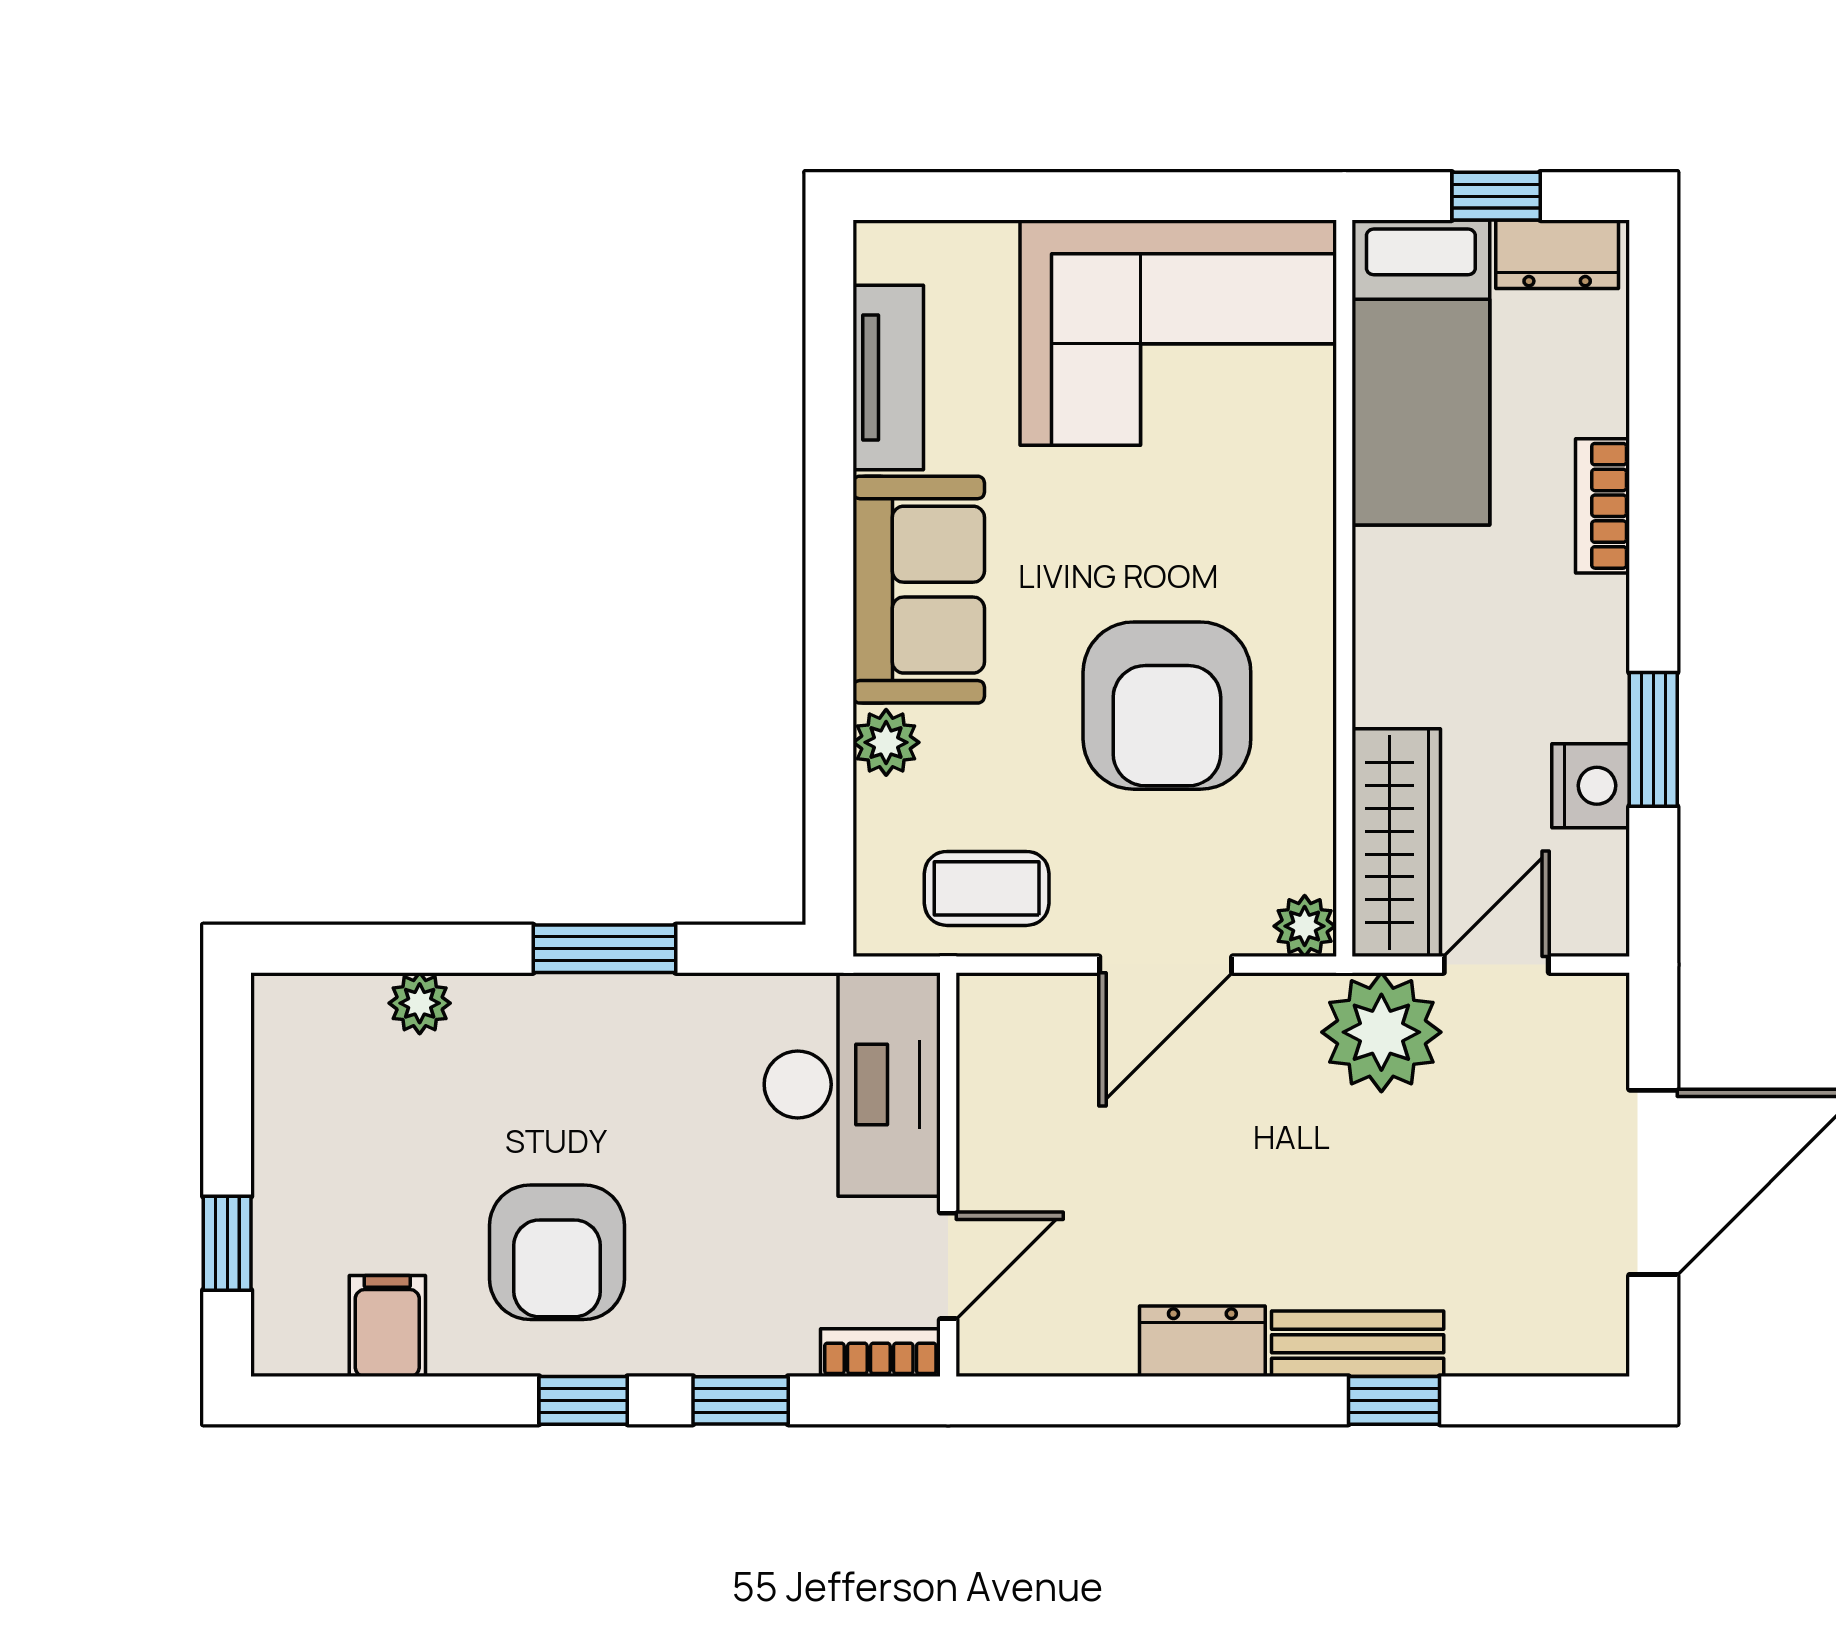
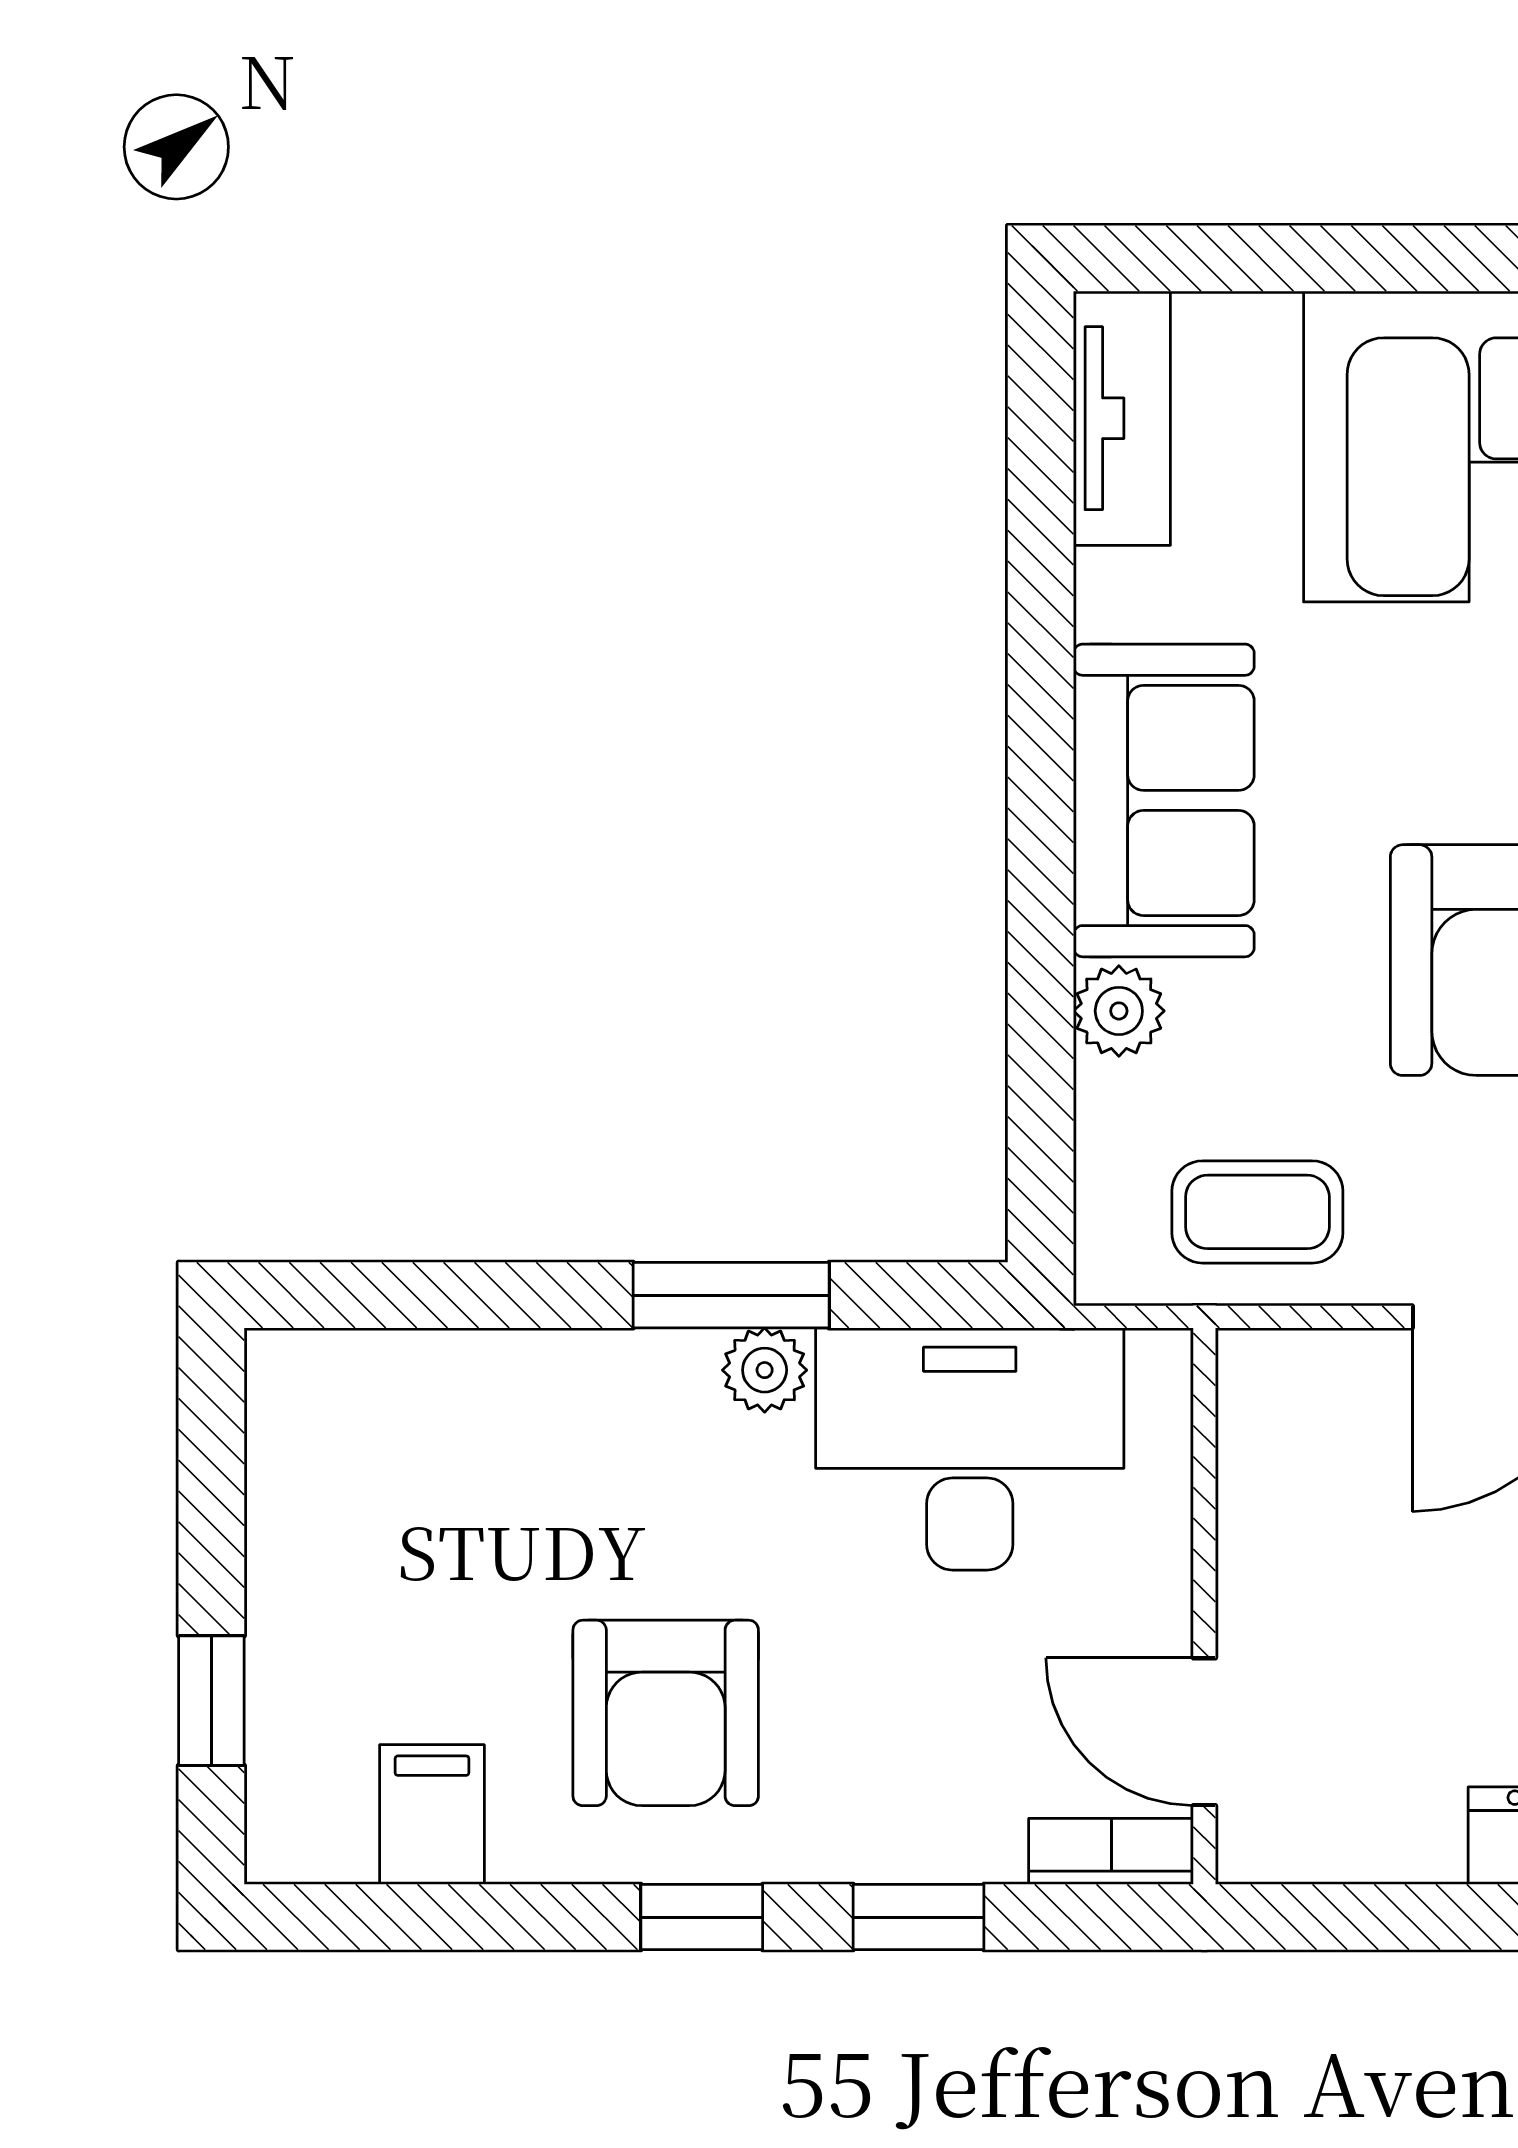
tv unit: (888, 378) -> (1122, 418), moved
plant: (420, 1003) -> (765, 1370), moved
desk: (852, 1084) -> (970, 1449), moved, turned -90
door: (948, 1266) -> (1204, 1732), swing flipped

